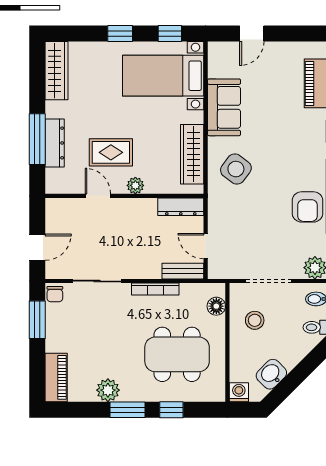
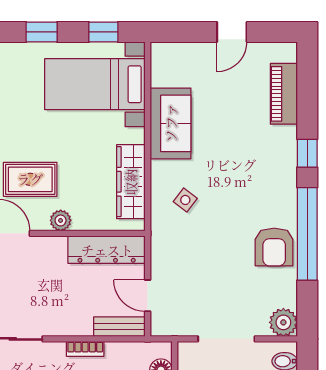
door: (252, 34) -> (232, 32), moved
side table: (236, 169) -> (185, 200), width x0.54, depth x0.54
dresser: (181, 207) -> (107, 250), width x1.37, depth x1.24
bookcase: (155, 289) -> (85, 349), width x0.64

